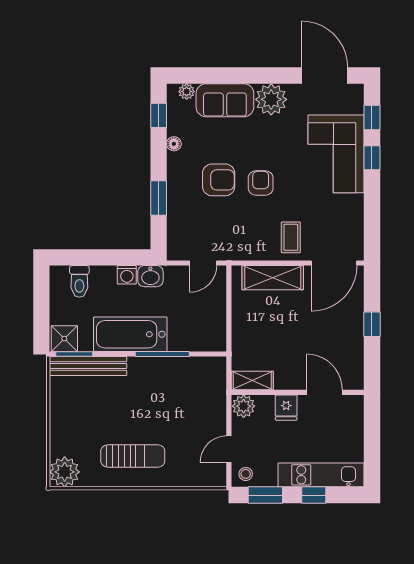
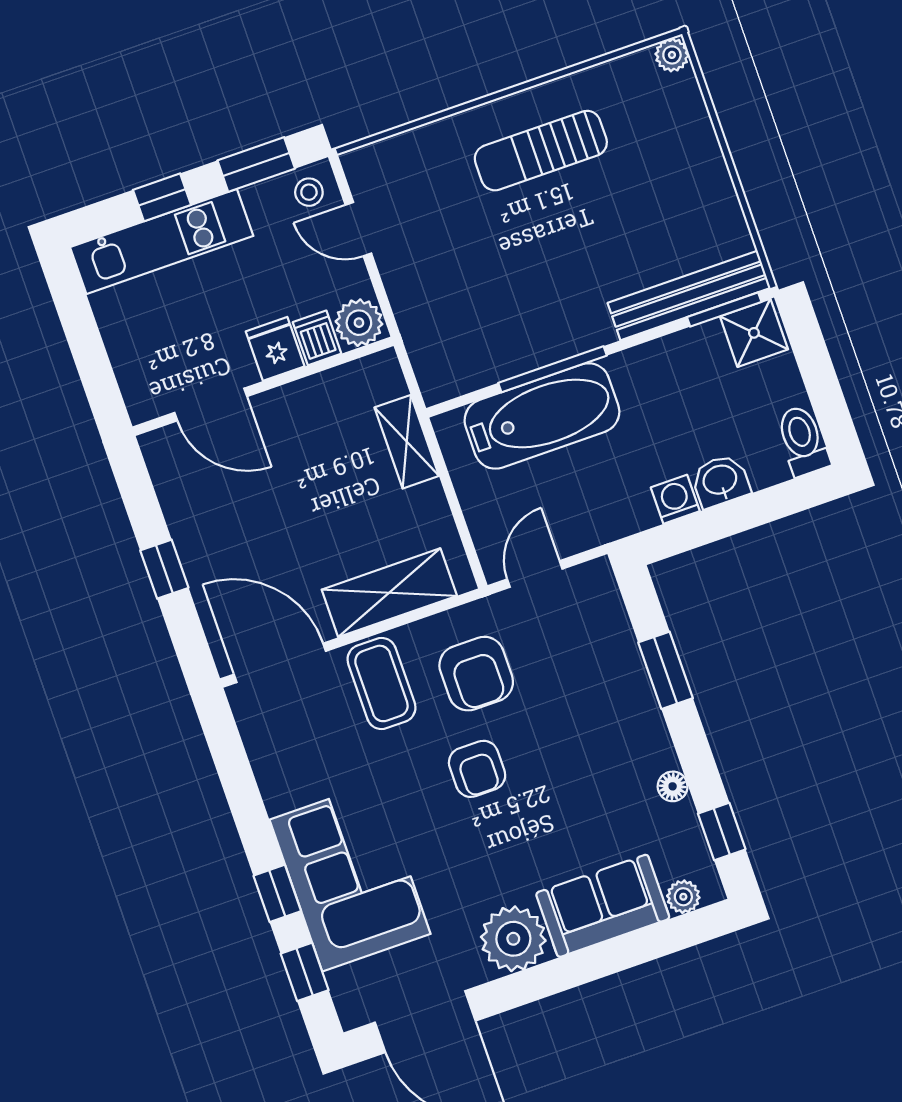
armchair: (219, 180) -> (476, 674), moved, turned -90
coffee table: (291, 237) -> (381, 683), width x1.36, depth x1.30
door: (334, 263) -> (280, 663), hinge flipped
washbasin: (150, 276) -> (720, 481), moved
toilet: (79, 281) -> (803, 441), moved
bathtub: (130, 334) -> (542, 416), moved
shelving: (252, 381) -> (407, 442), moved, turned 90
dishwasher: (265, 406) -> (317, 338), added
door: (229, 449) -> (358, 229), swing flipped
plant: (65, 472) -> (672, 55), width x0.53, depth x0.53

